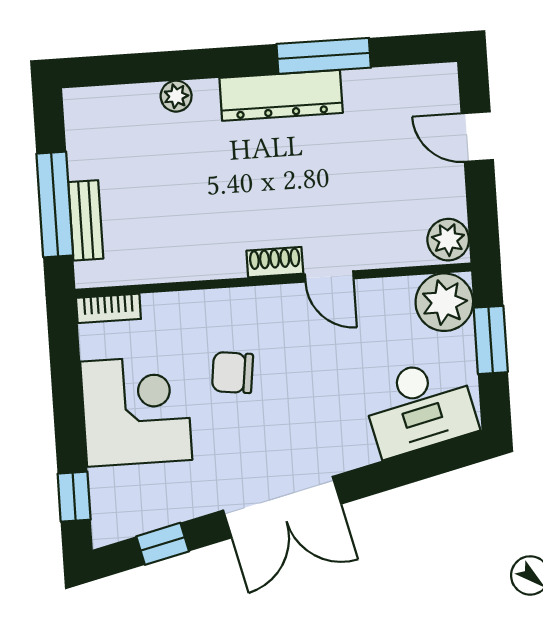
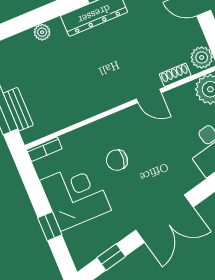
shoe rack: (275, 262) -> (175, 75), moved
window: (74, 497) -> (50, 226), moved

